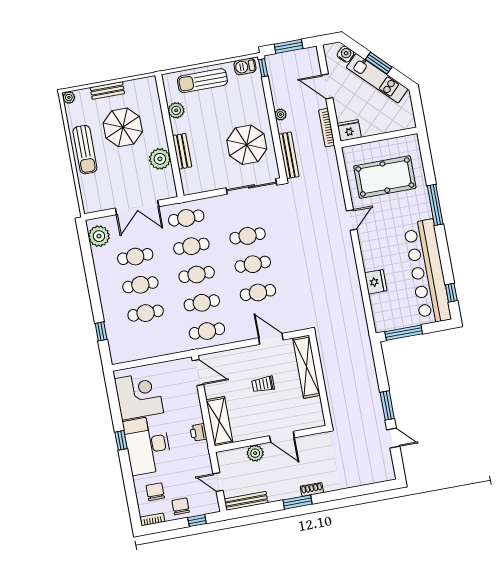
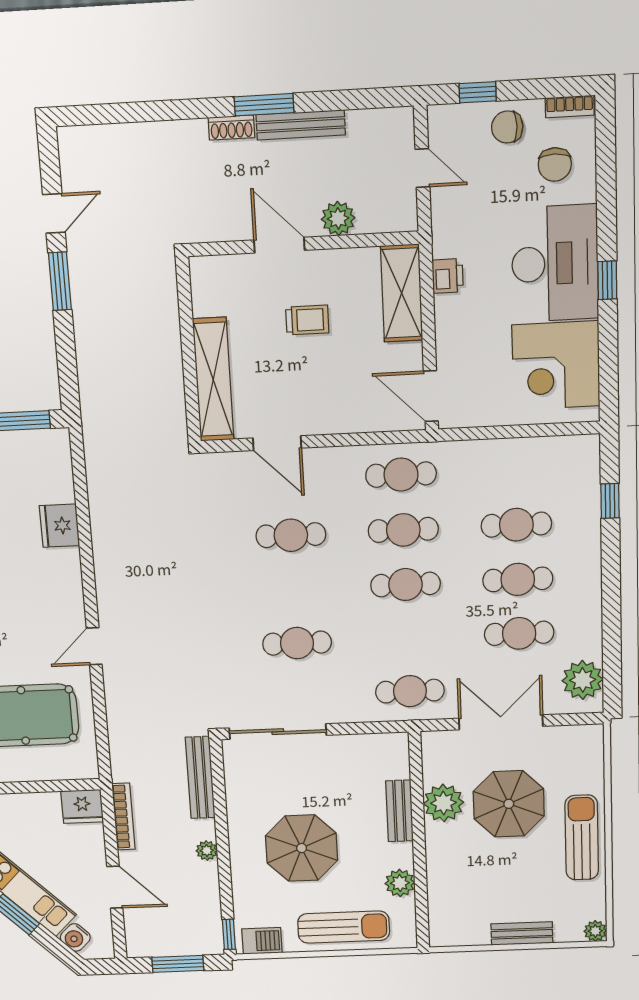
parasol: (123, 127) -> (509, 804), moved
parasol: (247, 145) -> (302, 848), moved
cafe table: (191, 246) -> (408, 638), removed
cafe table: (253, 264) -> (294, 590), removed
trolley: (263, 384) -> (307, 320), moved
door: (393, 438) -> (54, 213), swing flipped
bench: (246, 501) -> (301, 125), moved
chair: (181, 506) -> (507, 127), turned 90

